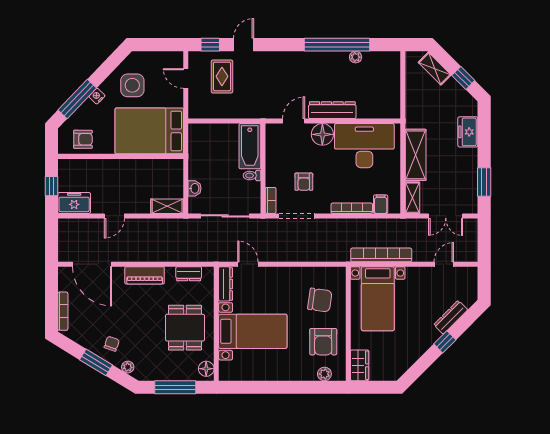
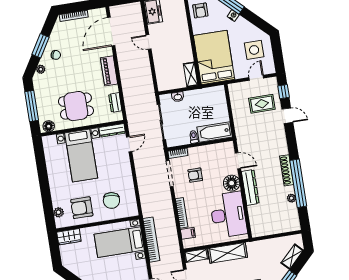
shoe rack: (317, 57) -> (287, 170), added
side table: (132, 85) -> (254, 50), moved
shelving: (167, 206) -> (191, 74), moved

